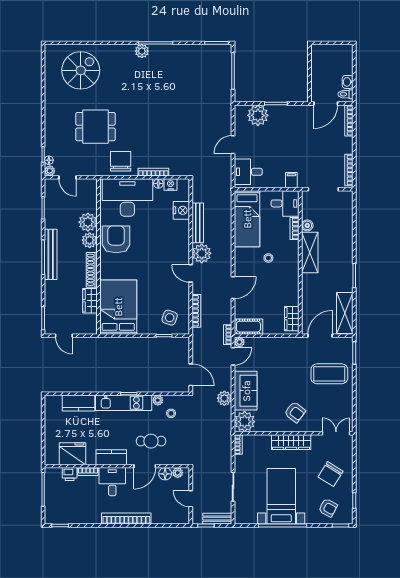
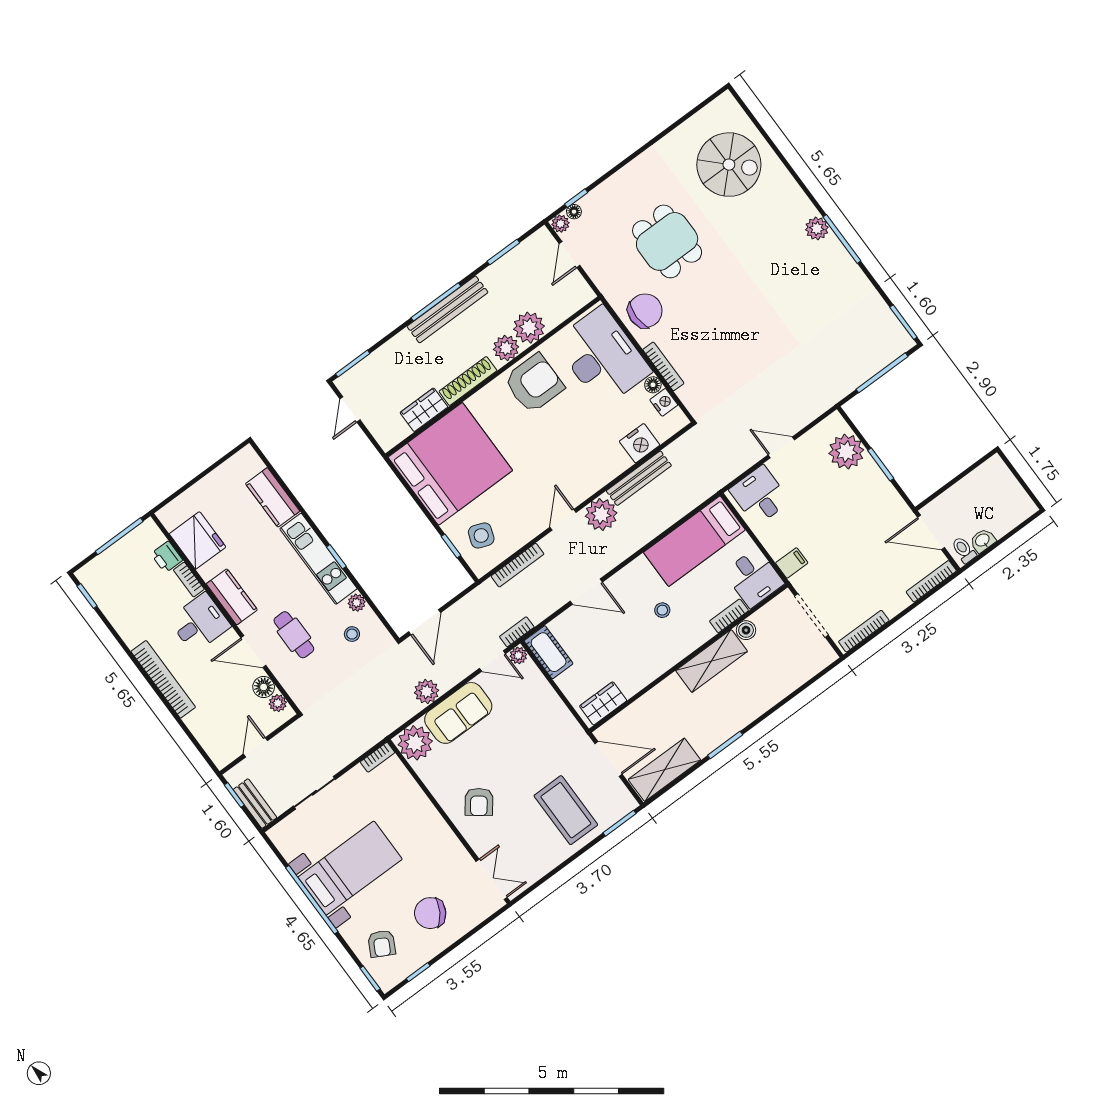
bed: (118, 307) -> (450, 464), width x1.36
wardrobe: (291, 442) -> (434, 827), removed

